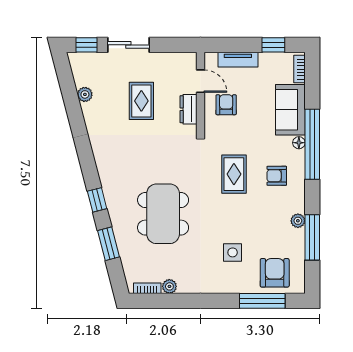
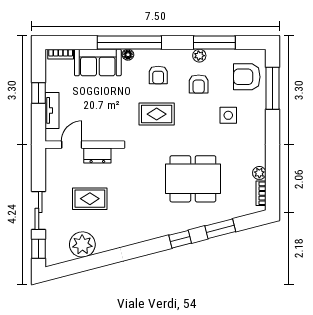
window: (273, 45) -> (39, 93), moved
plant: (85, 94) -> (82, 244), width x1.87, depth x1.87
armchair: (226, 105) -> (199, 84), moved, turned -90

